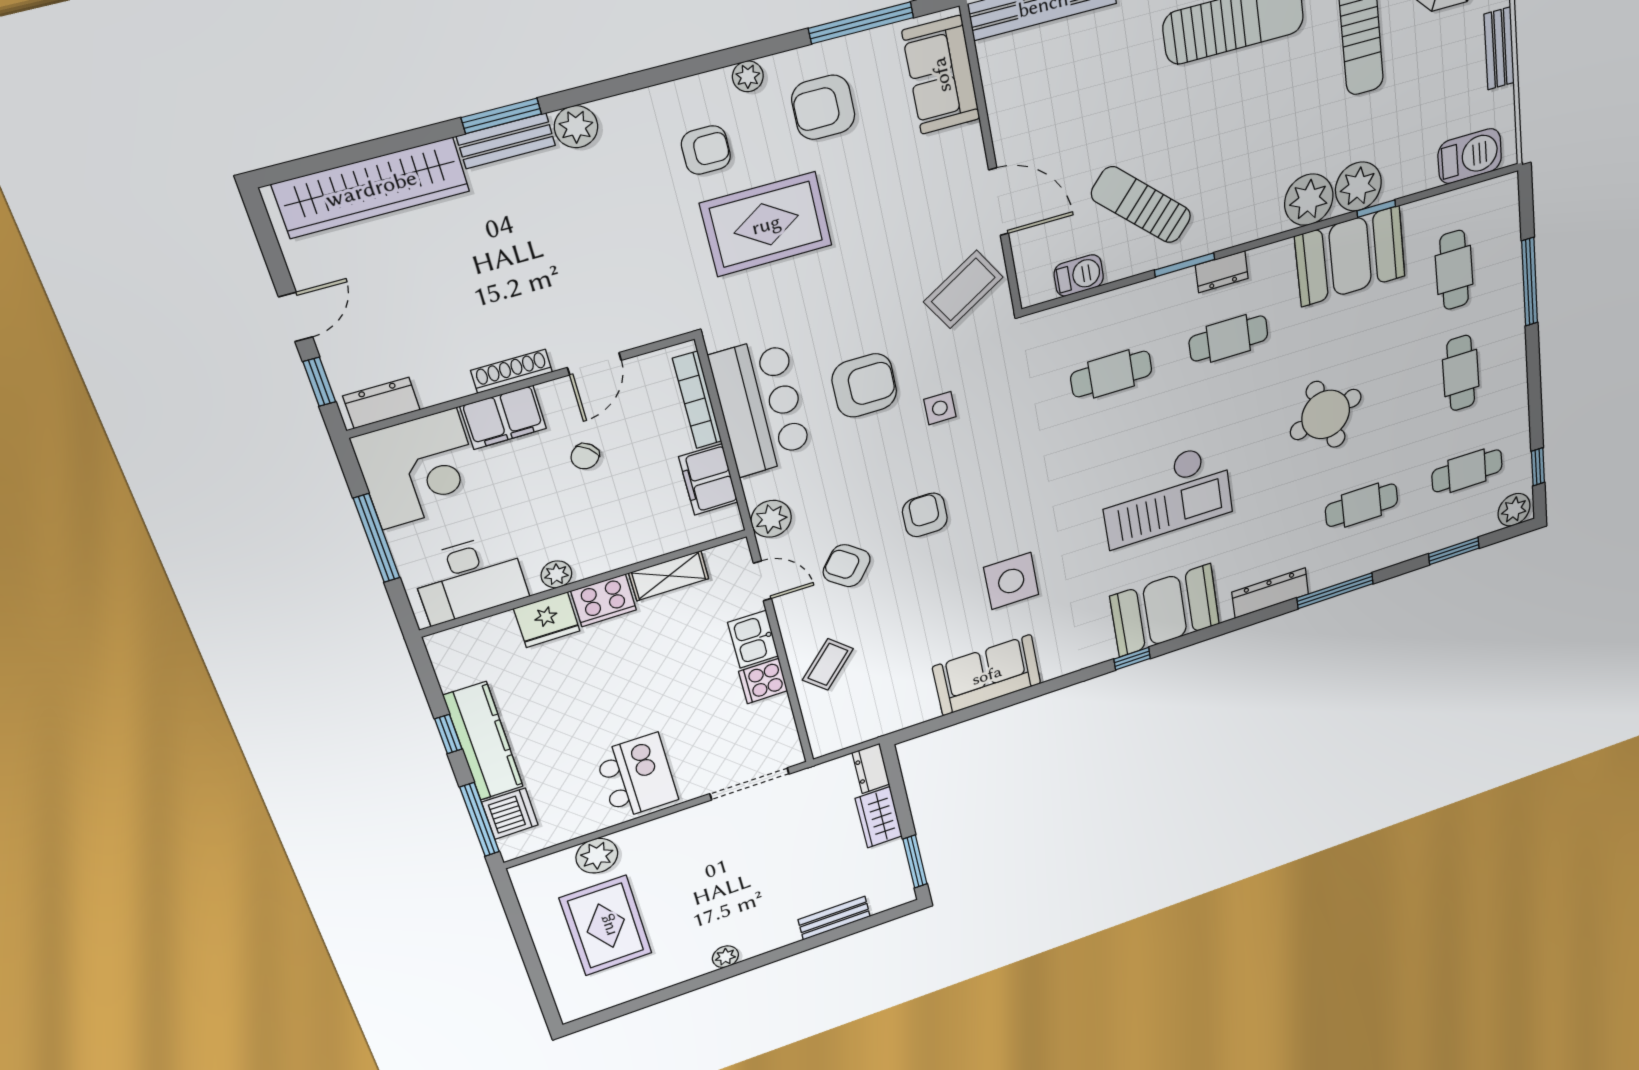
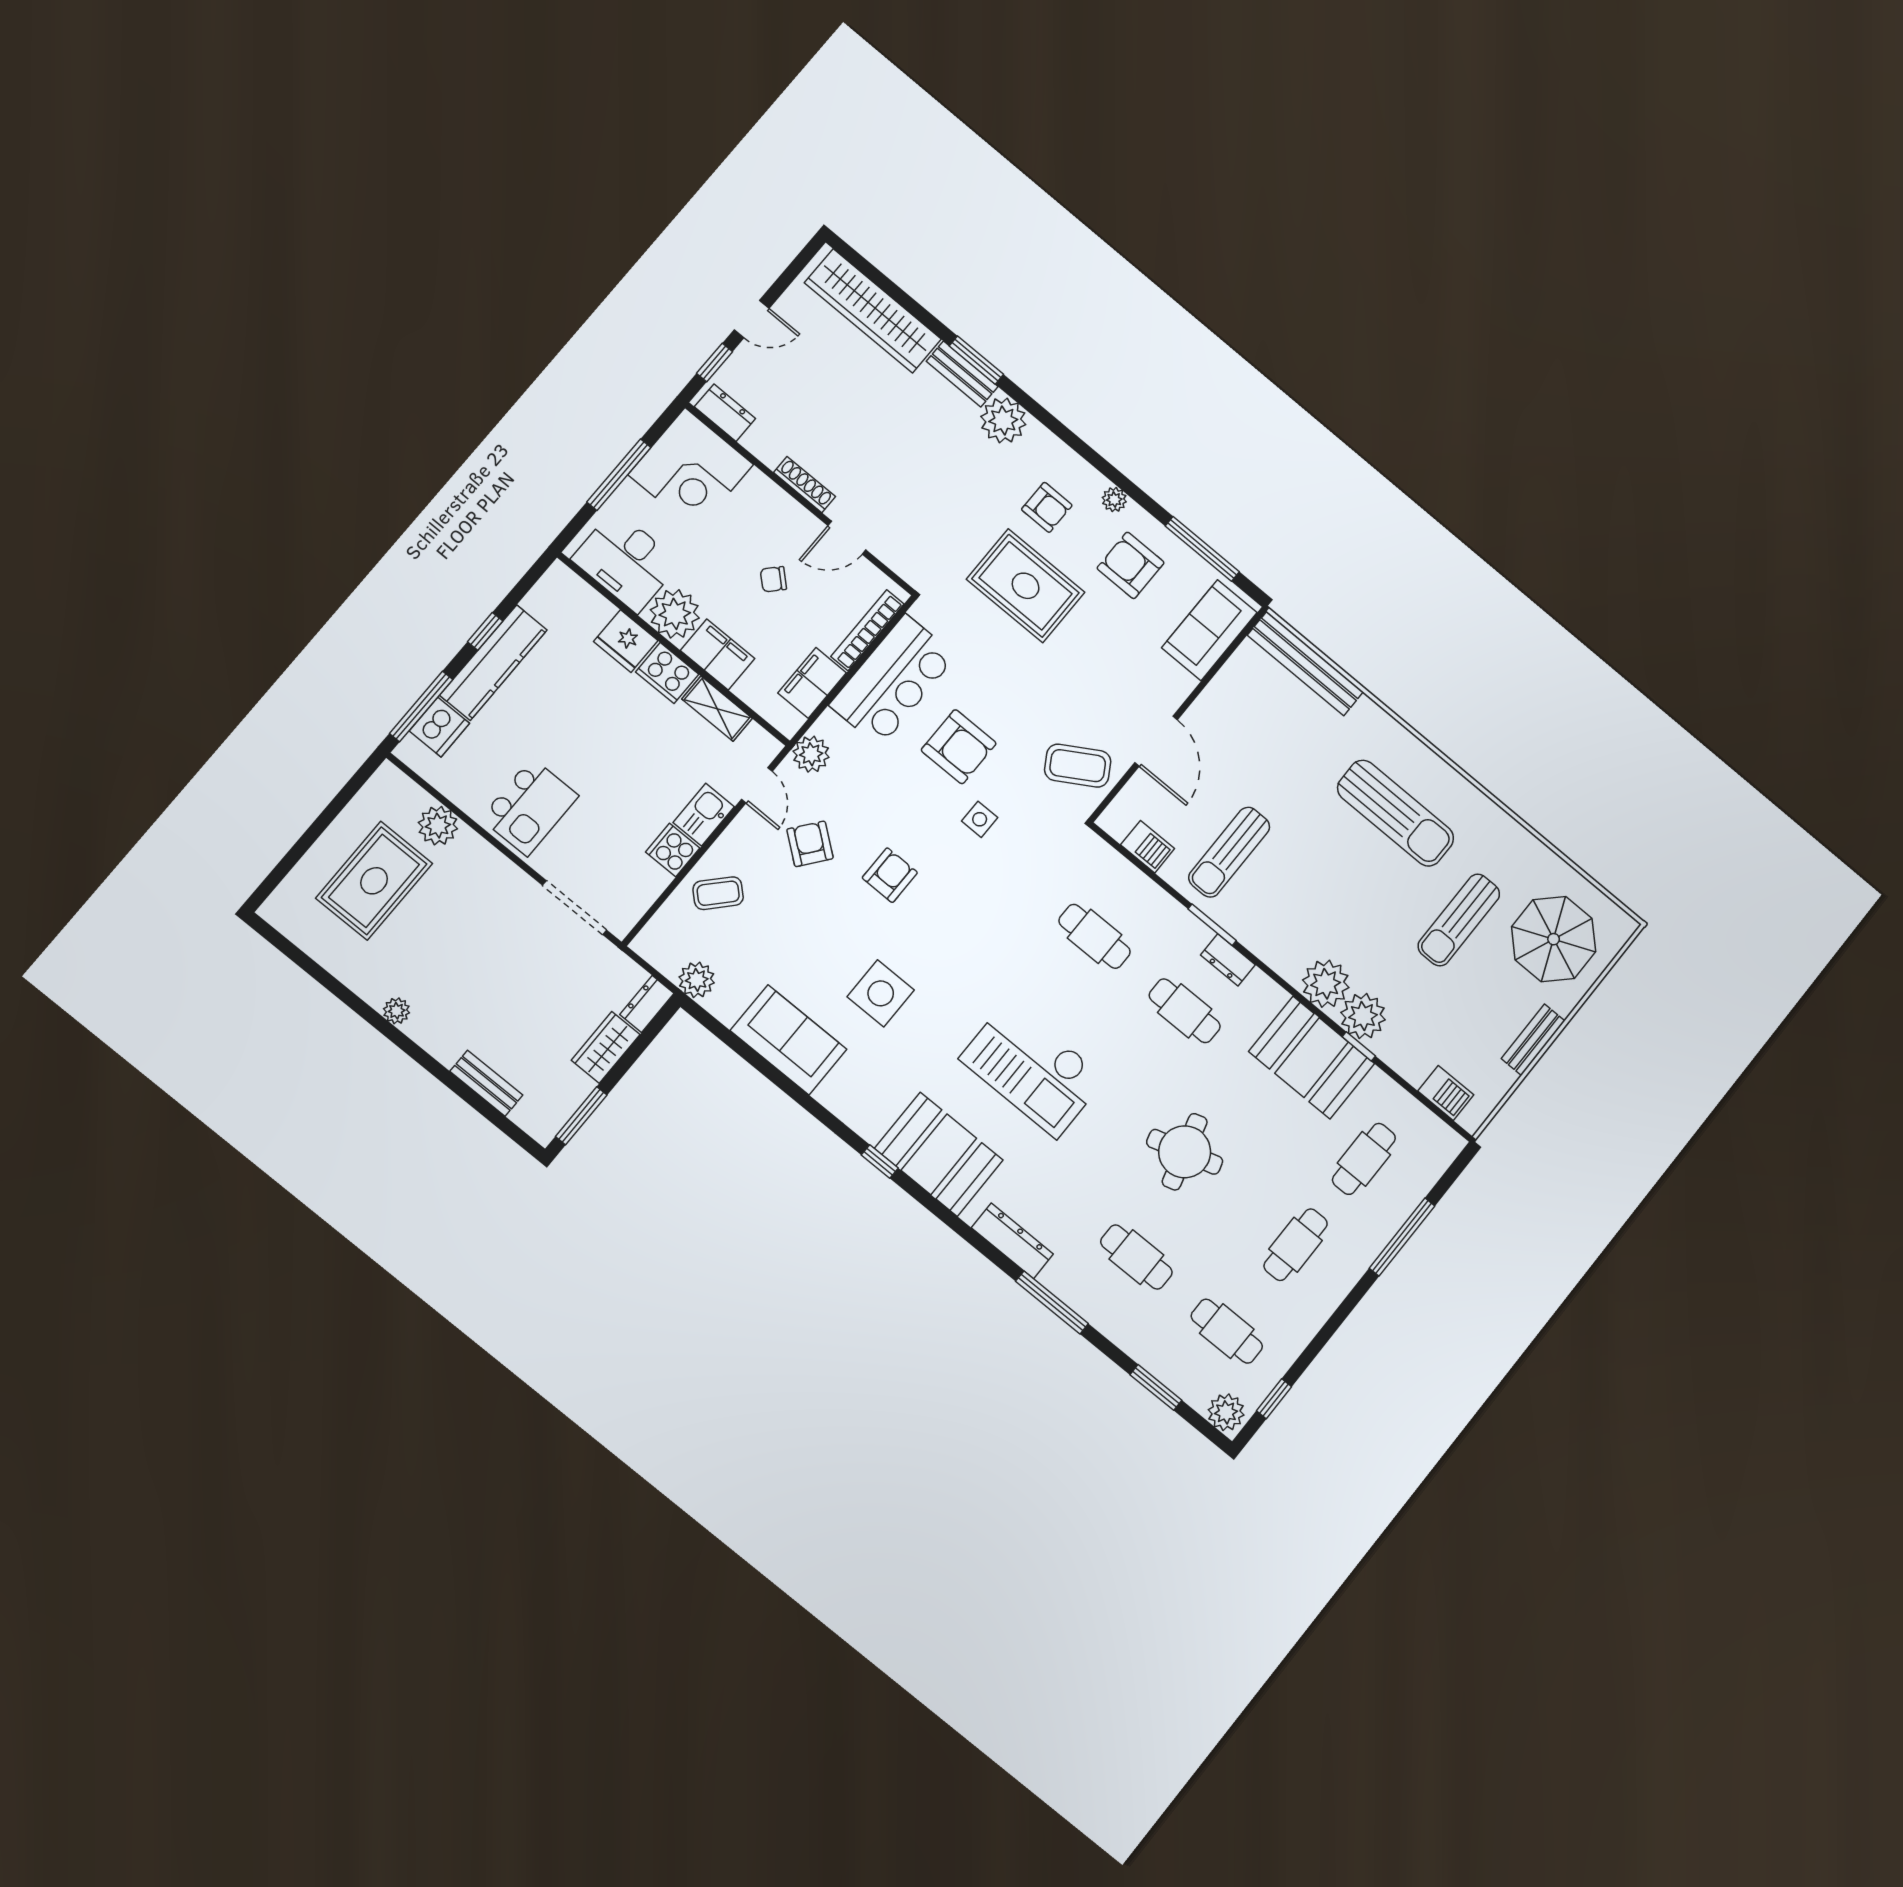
plant: (576, 127) -> (1003, 420), width x1.36, depth x1.36
barbecue: (1470, 156) -> (1446, 1093), width x0.73, depth x0.79
sun lounger: (1141, 205) -> (1229, 852), turned -133
filing cabinet: (503, 417) -> (718, 654), moved, turned 180
plant: (556, 574) -> (675, 614), width x1.88, depth x1.88
plant: (883, 720) -> (697, 980), added

